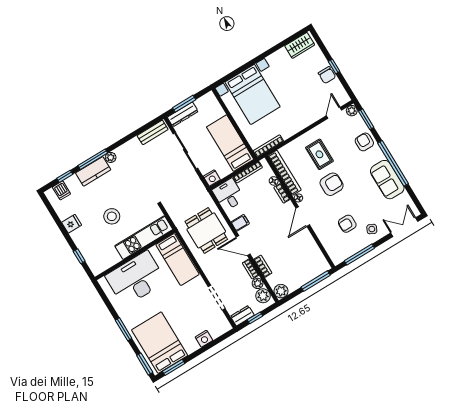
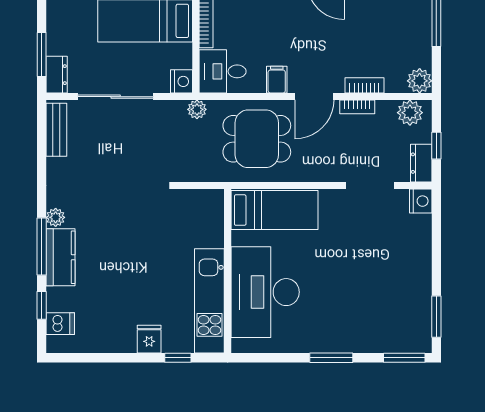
dresser: (183, 114) -> (57, 75), width x0.70
stool: (112, 216) -> (147, 271), removed
fridge: (72, 224) -> (149, 339), moved
kitchen unit: (144, 238) -> (209, 301), moved
plant: (258, 283) -> (197, 109), moved
nightstand: (204, 339) -> (421, 201), moved
bed: (160, 343) -> (385, 315), removed

